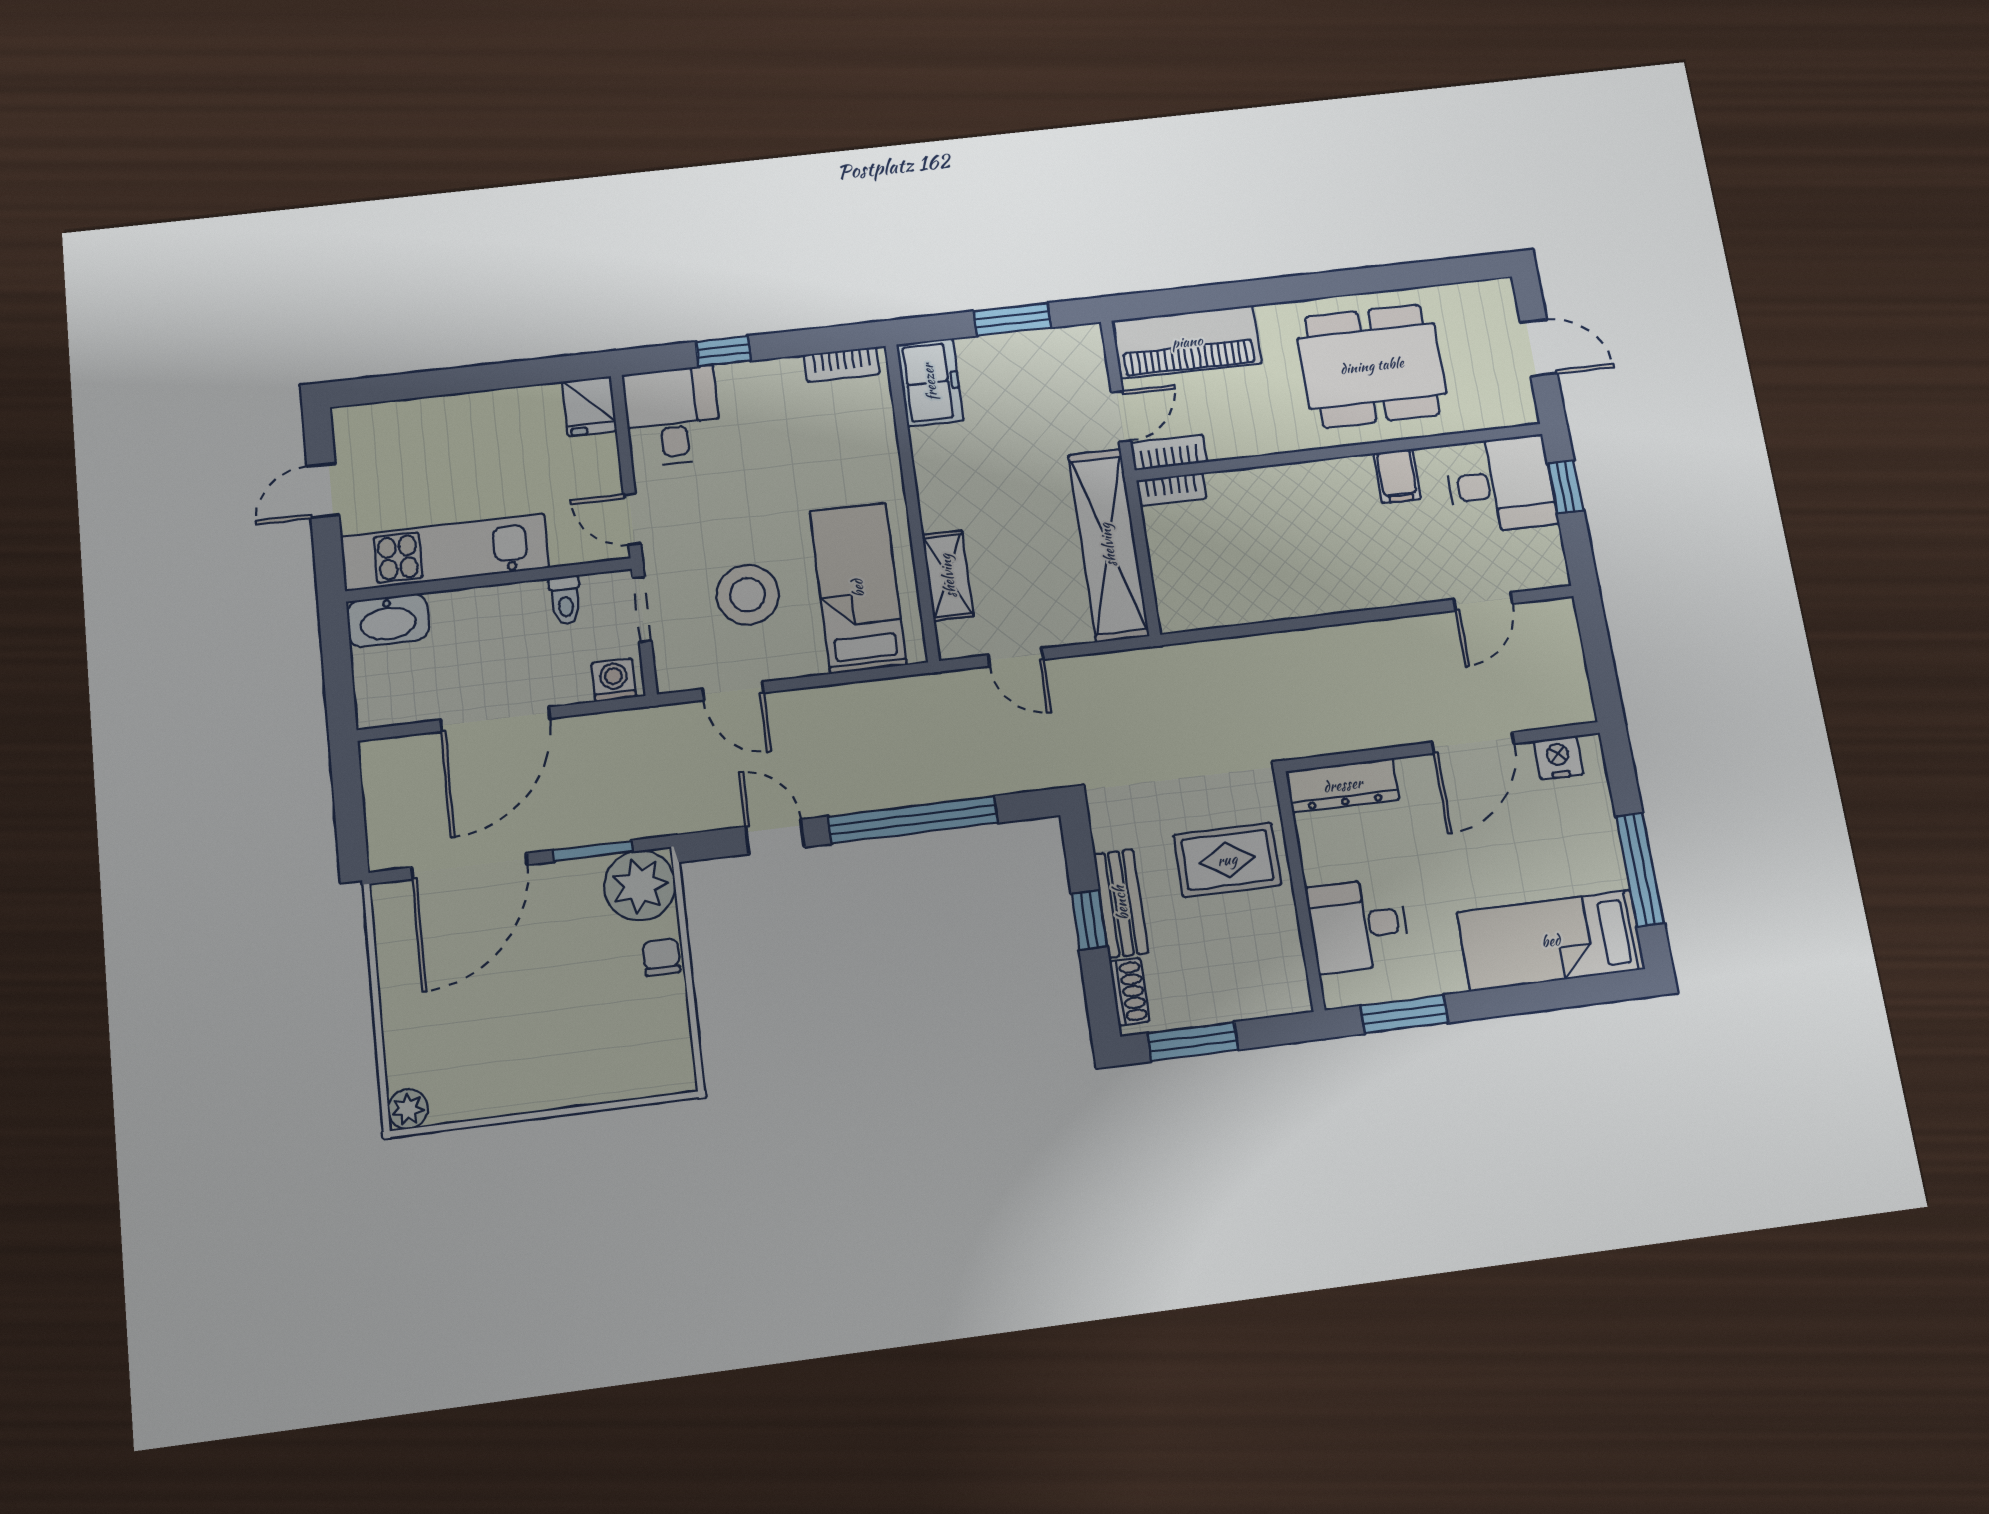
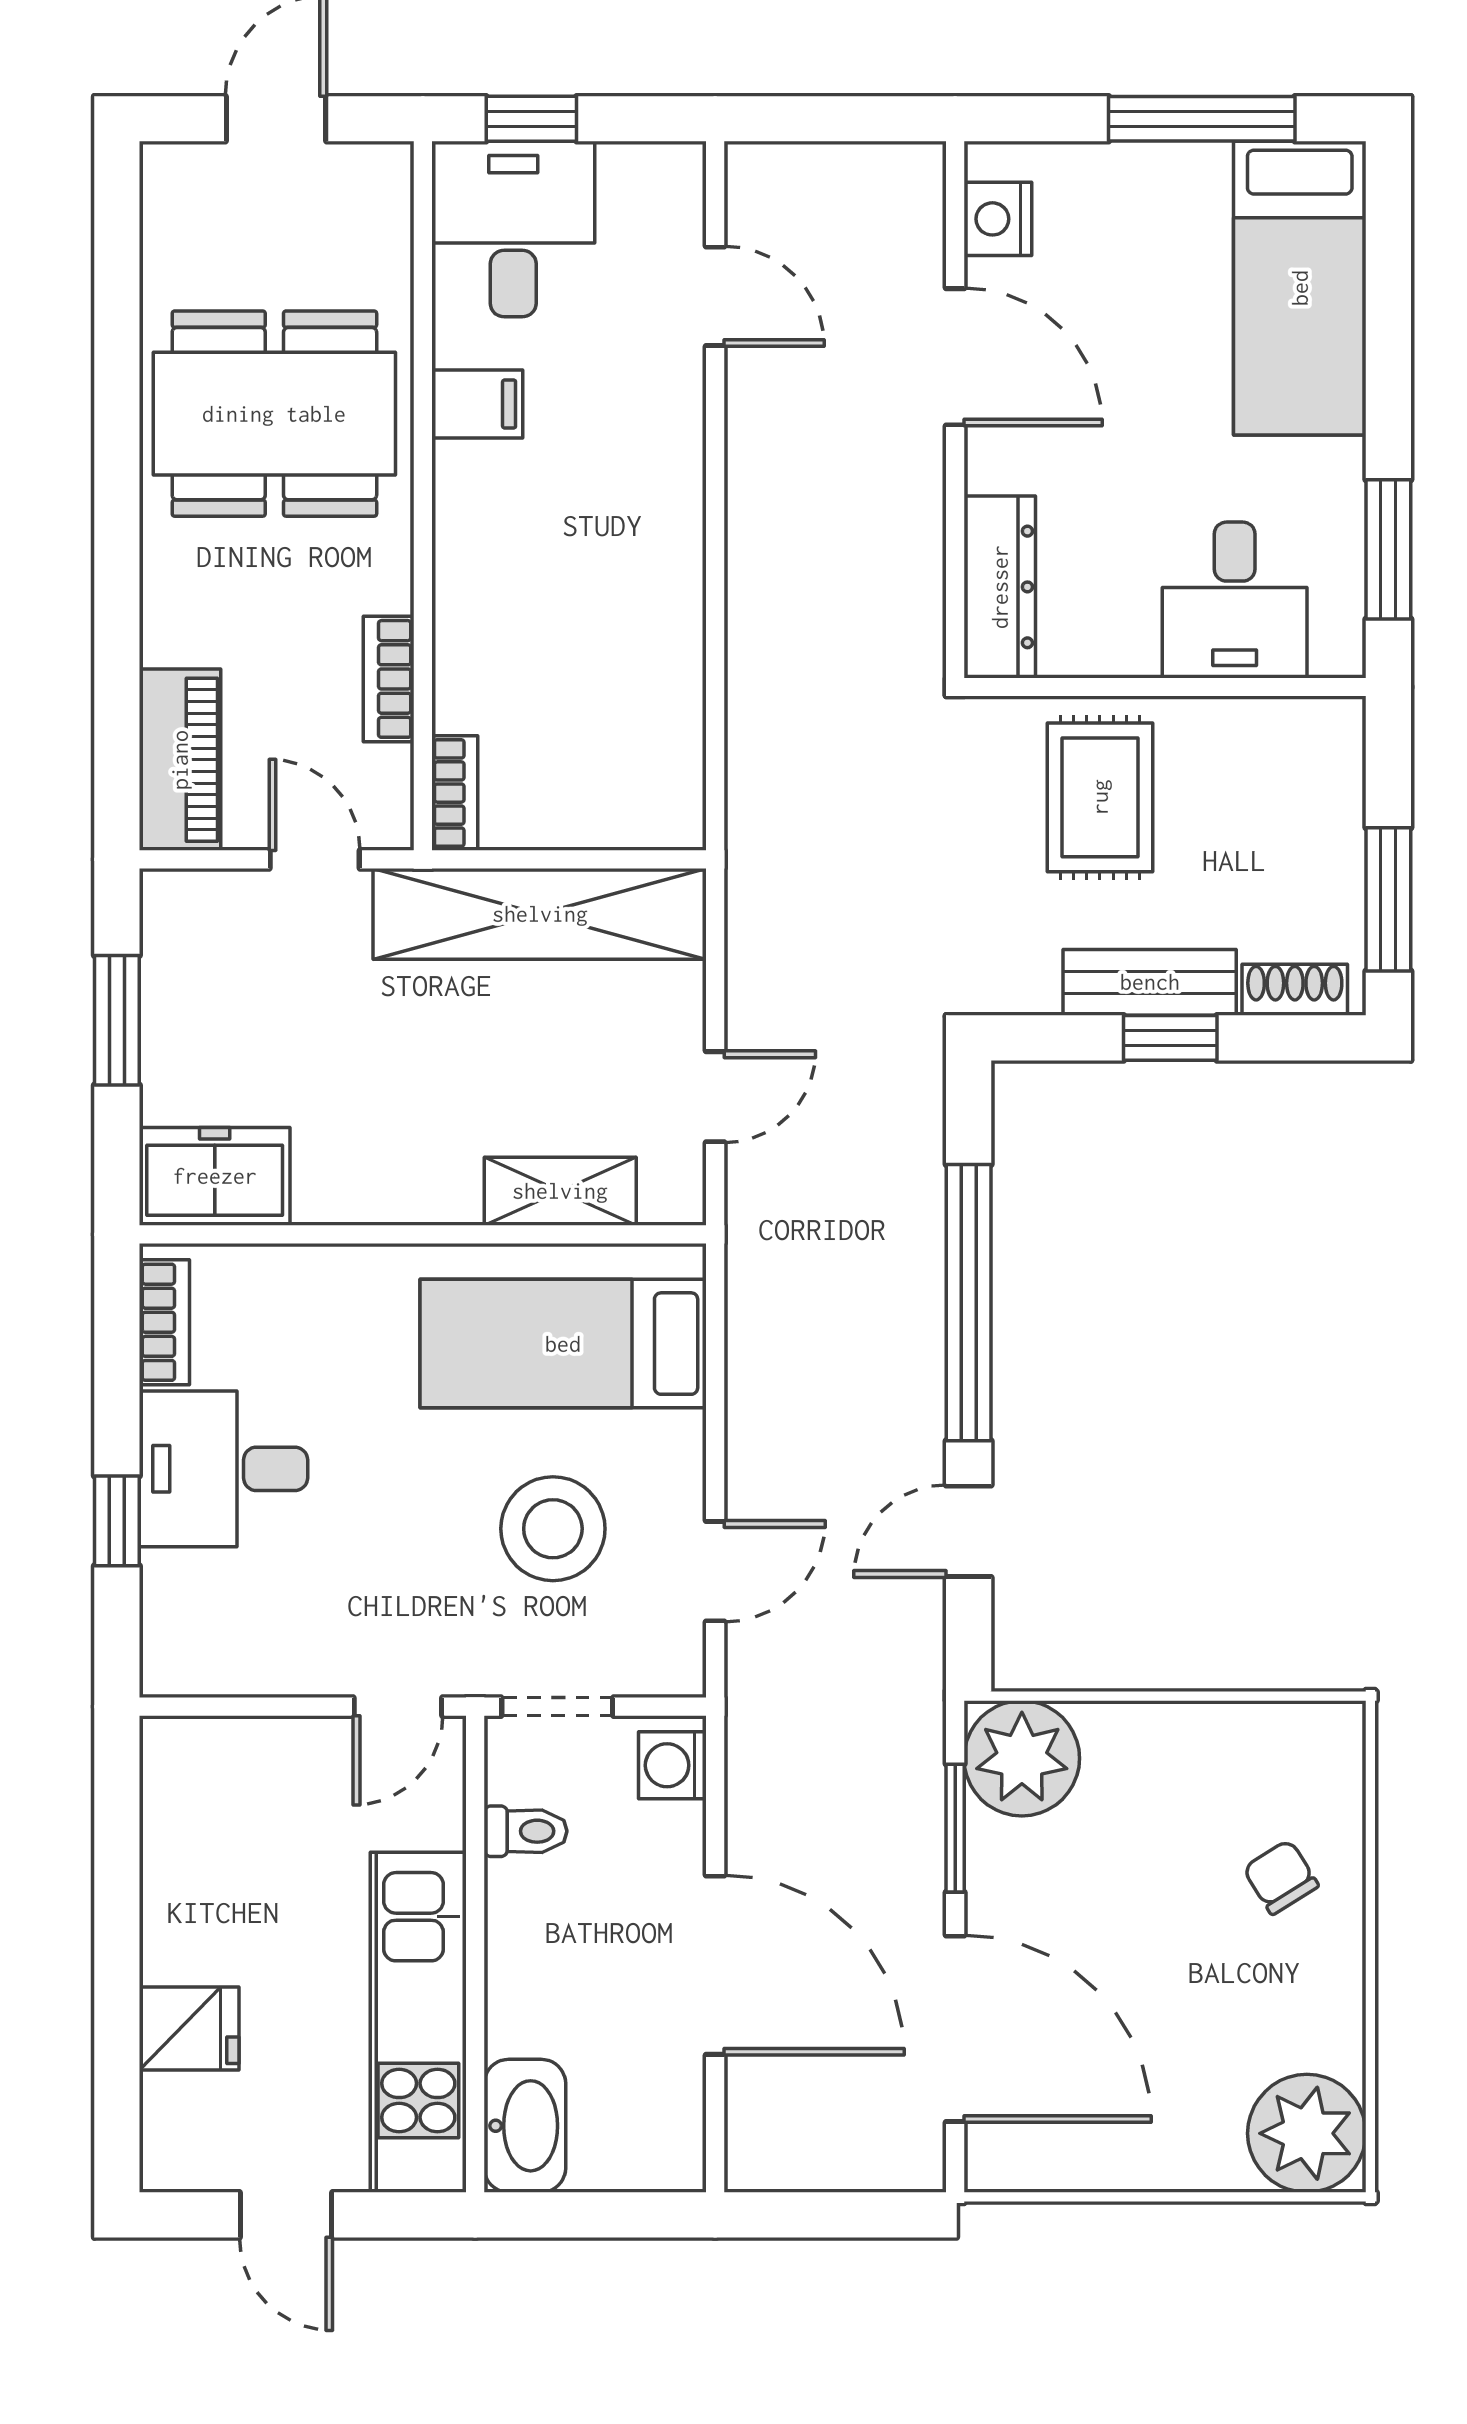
piano: (1187, 342) -> (180, 760), width x0.73, depth x0.75
dining table: (1372, 366) -> (274, 414), turned 90
fridge: (590, 406) -> (189, 2028), moved
desk: (672, 416) -> (223, 1469), moved
bookcase: (1169, 452) -> (389, 679), moved
chair: (661, 957) -> (1281, 1877), moved, turned 58
plant: (408, 1109) -> (1307, 2133), width x1.87, depth x1.87

